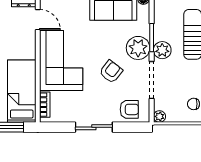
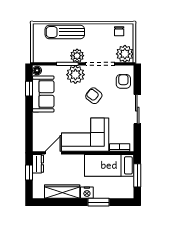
plant: (159, 116) -> (125, 54), width x1.87, depth x1.87

